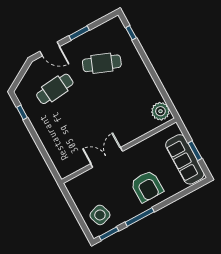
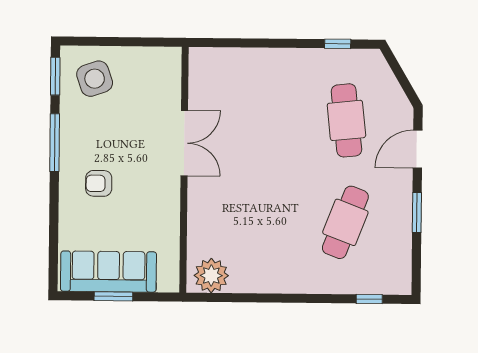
armchair: (147, 186) -> (99, 183), width x0.53, depth x0.53

